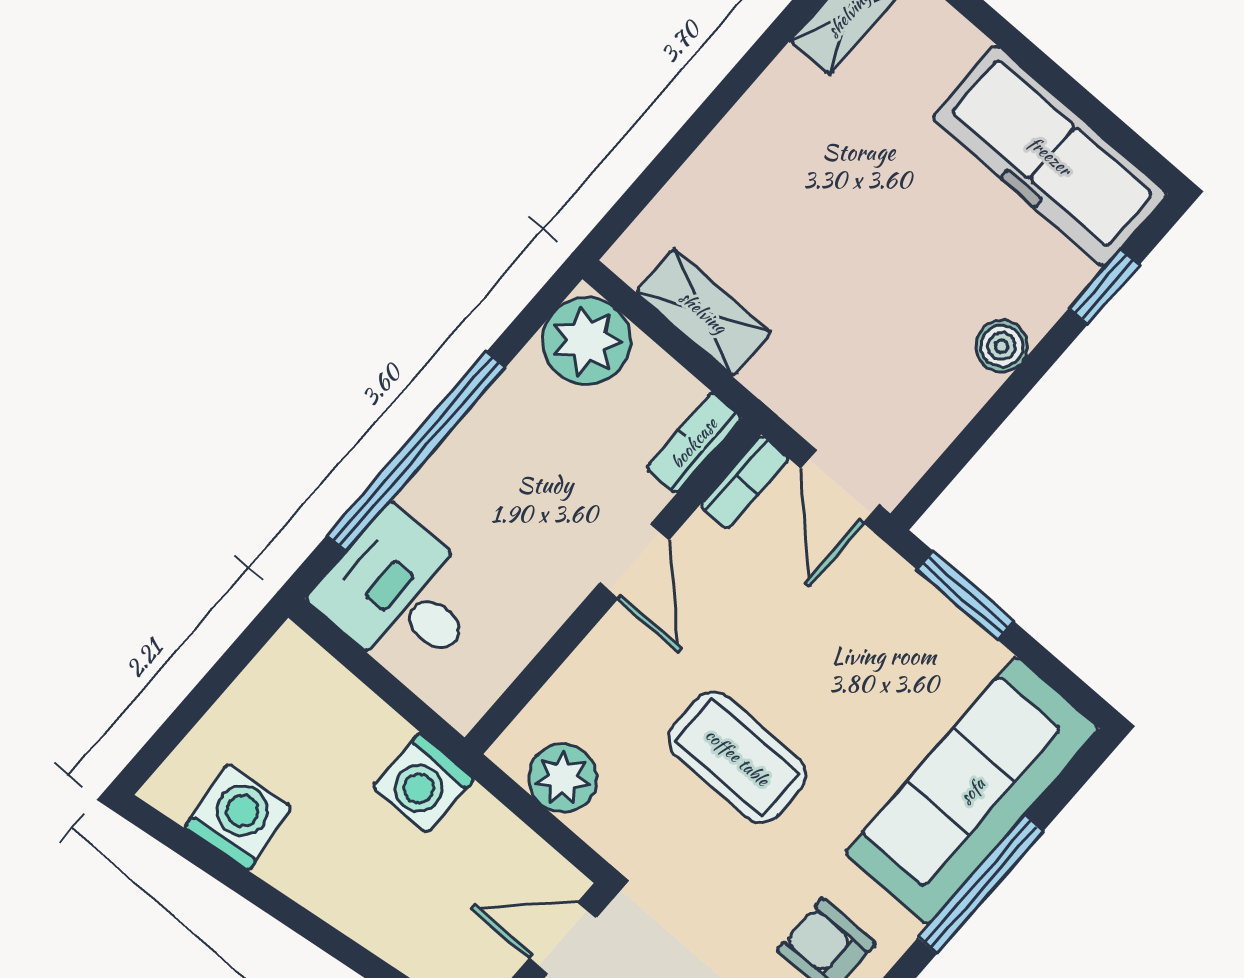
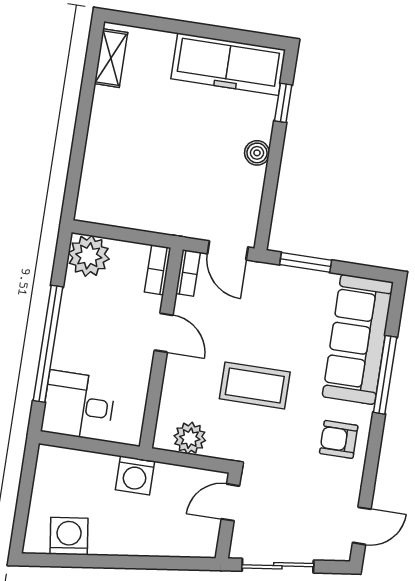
shelving: (703, 312) -> (128, 215), removed

